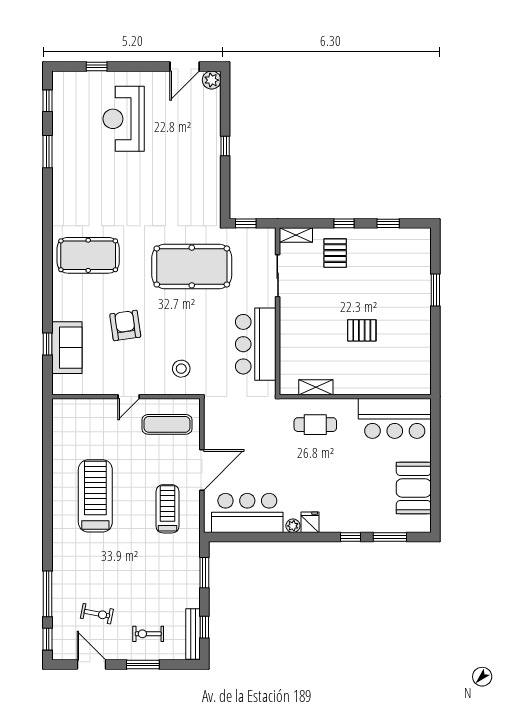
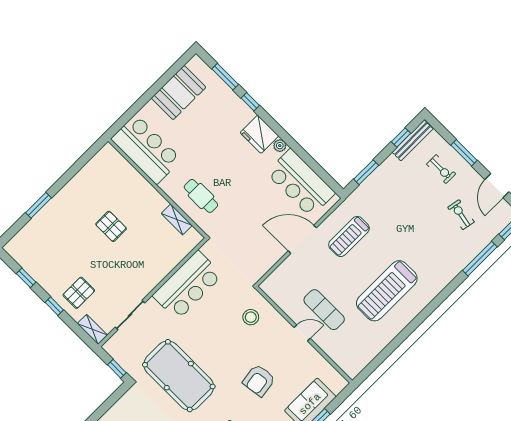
exercise mat: (167, 424) -> (324, 310), moved
fridge: (310, 522) -> (259, 134), width x1.88, depth x1.34

